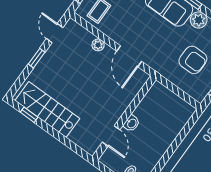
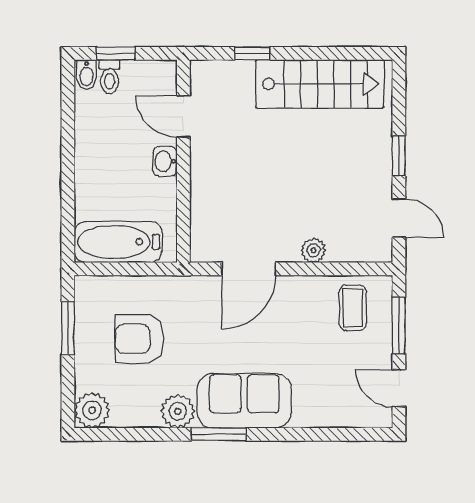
door: (129, 56) -> (249, 269), swing flipped
bathtub: (173, 105) -> (118, 242), added
window: (29, 115) -> (252, 53), moved

